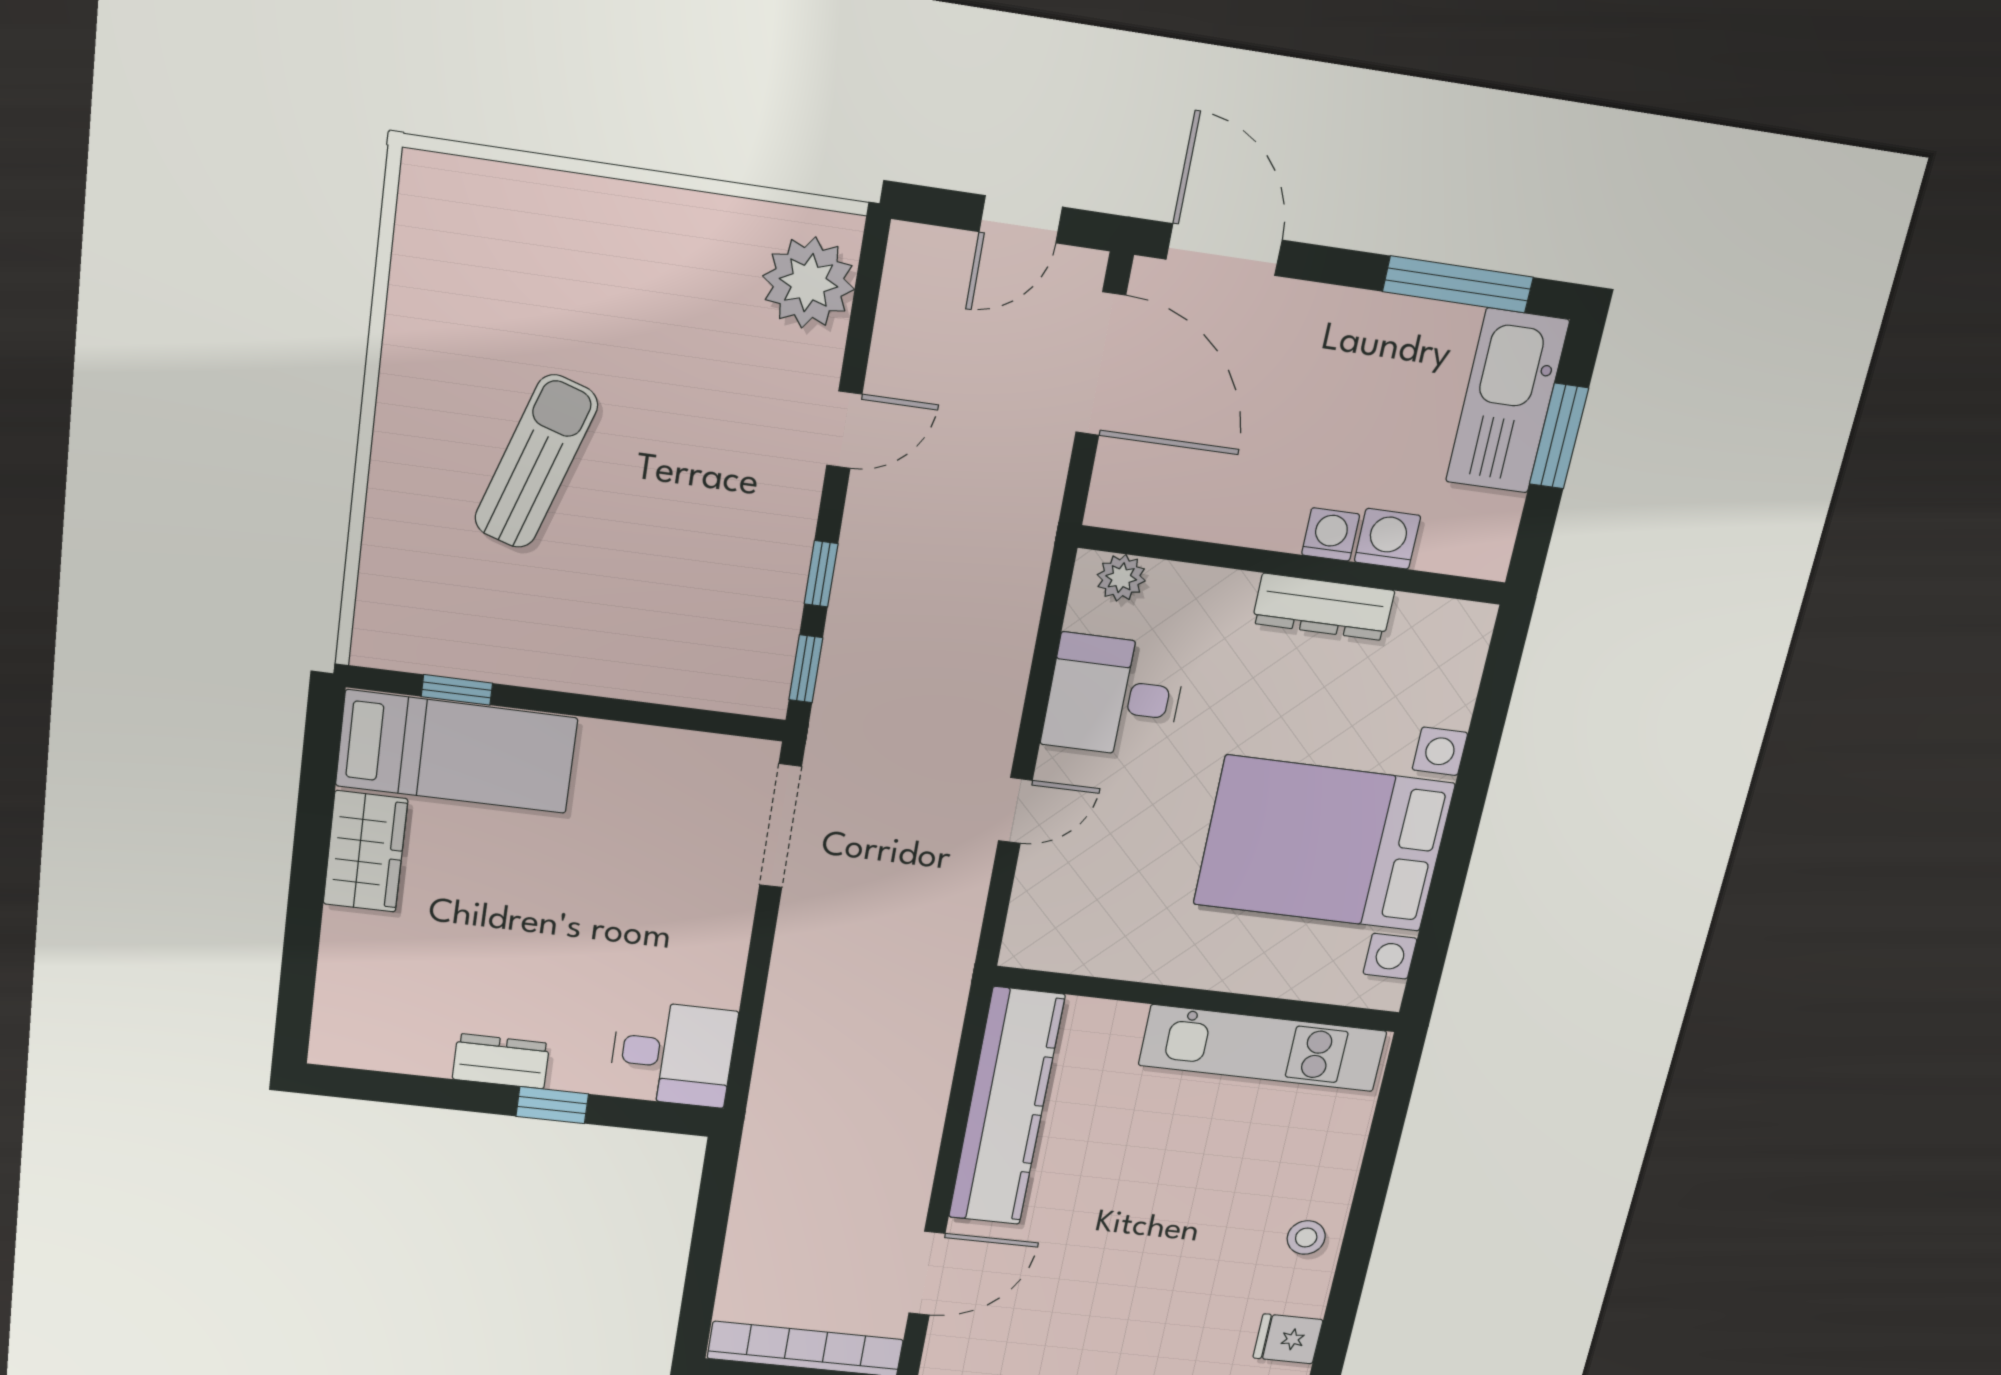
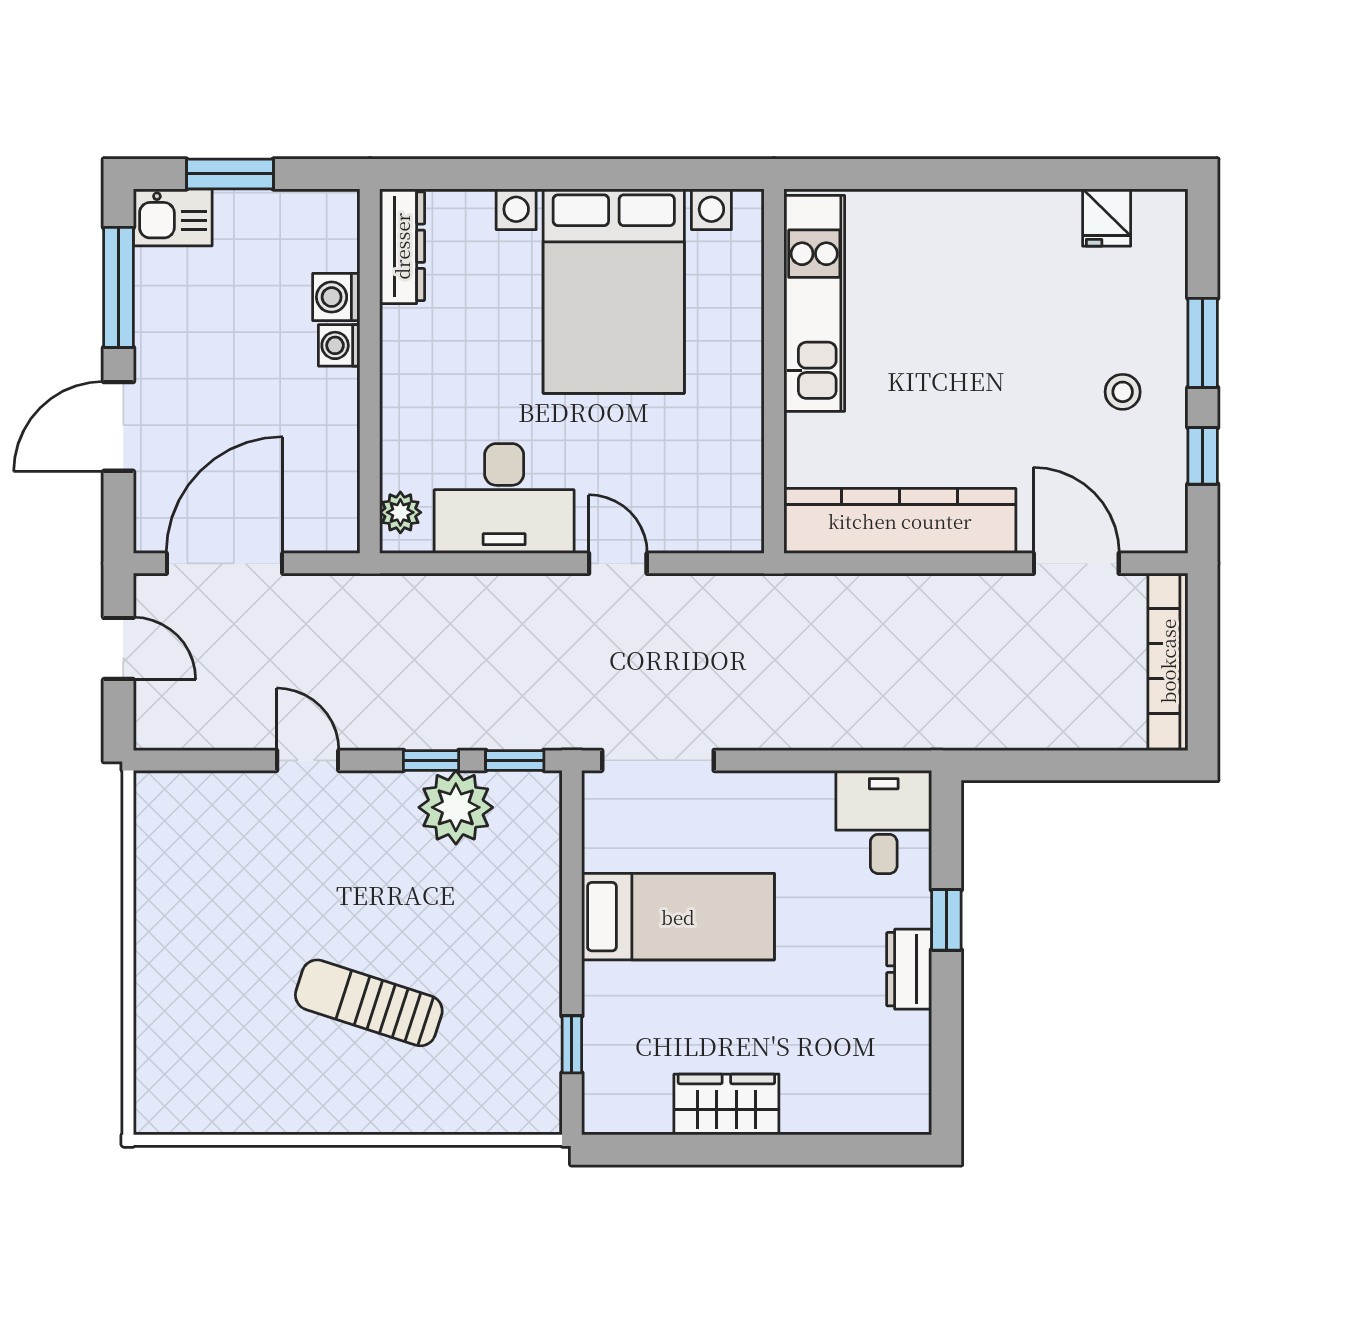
door: (1224, 250) -> (119, 426), moved
plant: (809, 283) -> (456, 807), moved
kitchen sink: (1507, 401) -> (173, 217), width x0.53, depth x0.81
dresser: (1323, 607) -> (402, 246), moved
desk: (1114, 696) -> (504, 498), width x1.37
bed: (457, 752) -> (678, 917), moved, turned 90
stool: (1306, 1237) -> (1123, 392), moved

